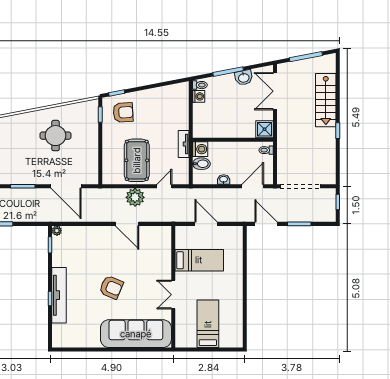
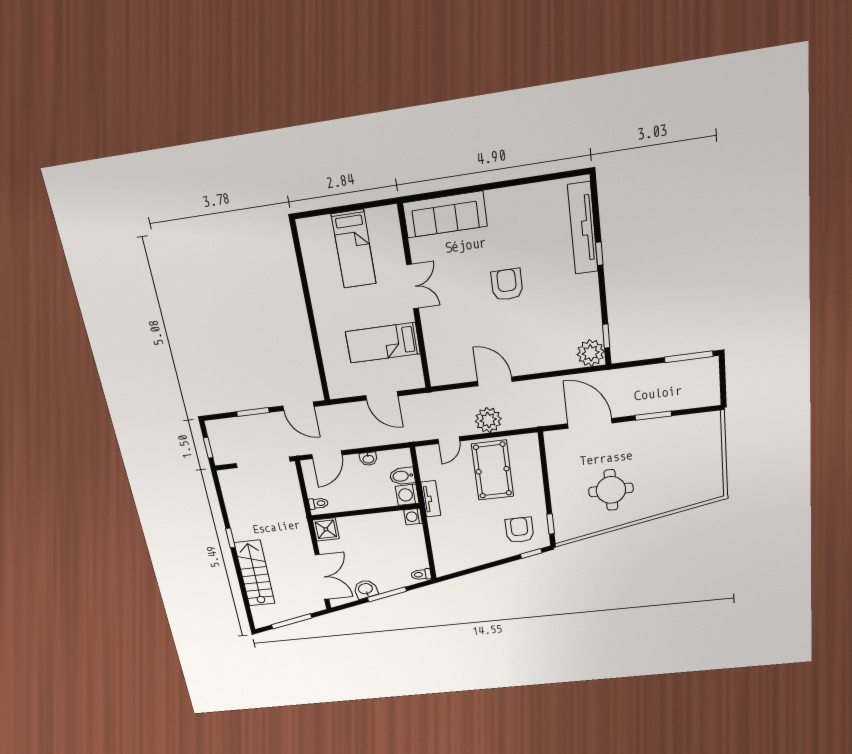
washing machine: (199, 96) -> (413, 517), moved
armchair: (123, 112) -> (519, 530), turned 93
plant: (57, 231) -> (591, 353), width x1.87, depth x1.87
armchair: (111, 287) -> (507, 285), turned 67
tv unit: (59, 295) -> (583, 228), moved
sofa: (136, 334) -> (445, 215), width x0.74, depth x0.79

